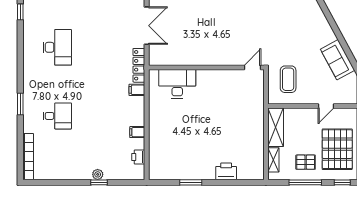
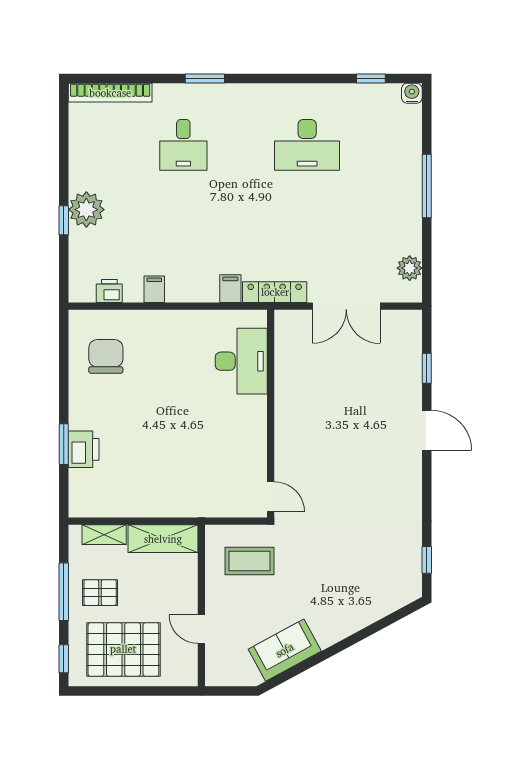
chair: (175, 159) -> (106, 356), added
pallet: (306, 162) -> (100, 593), turned 90
plant: (98, 174) -> (86, 210), width x1.87, depth x1.87
window: (191, 182) -> (64, 444), moved

